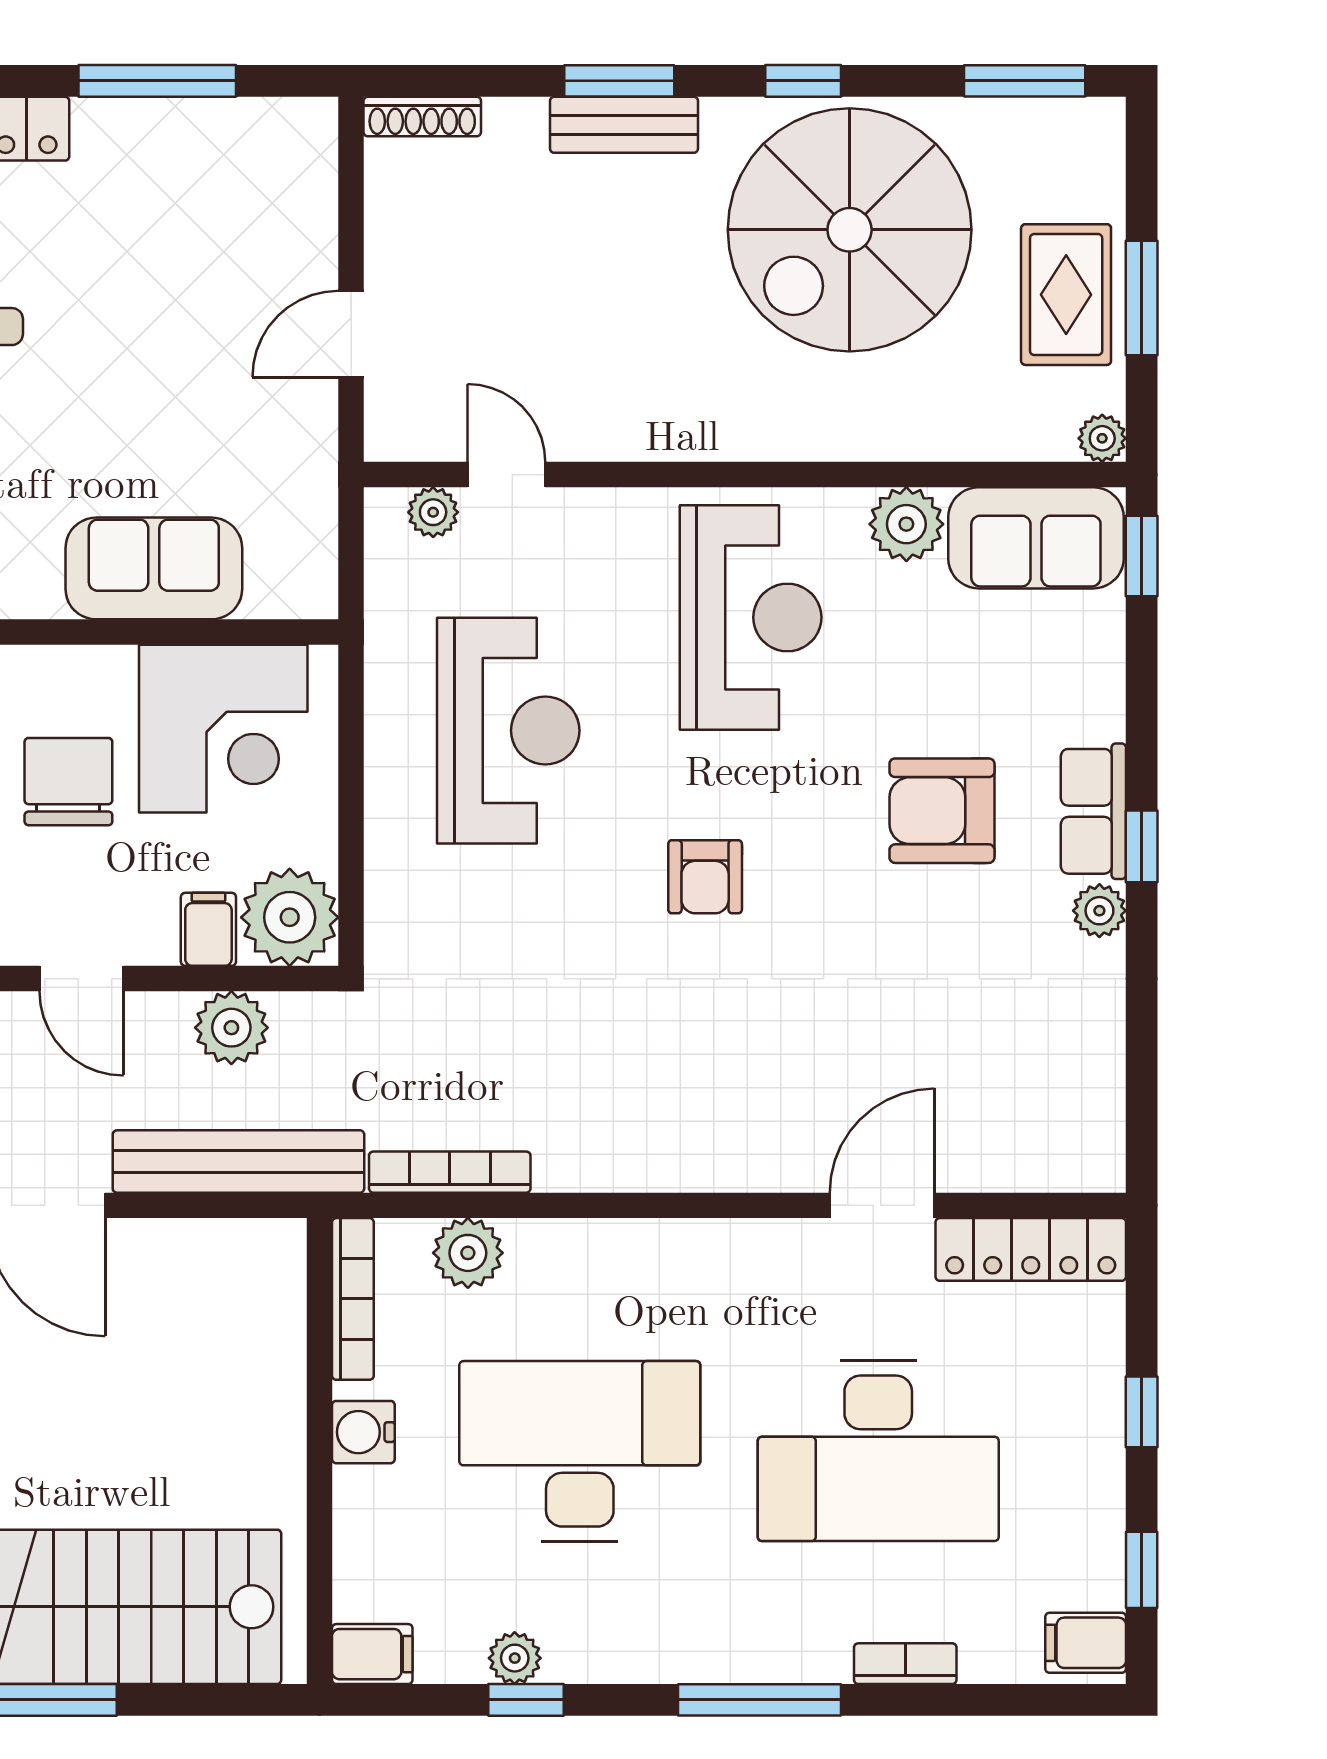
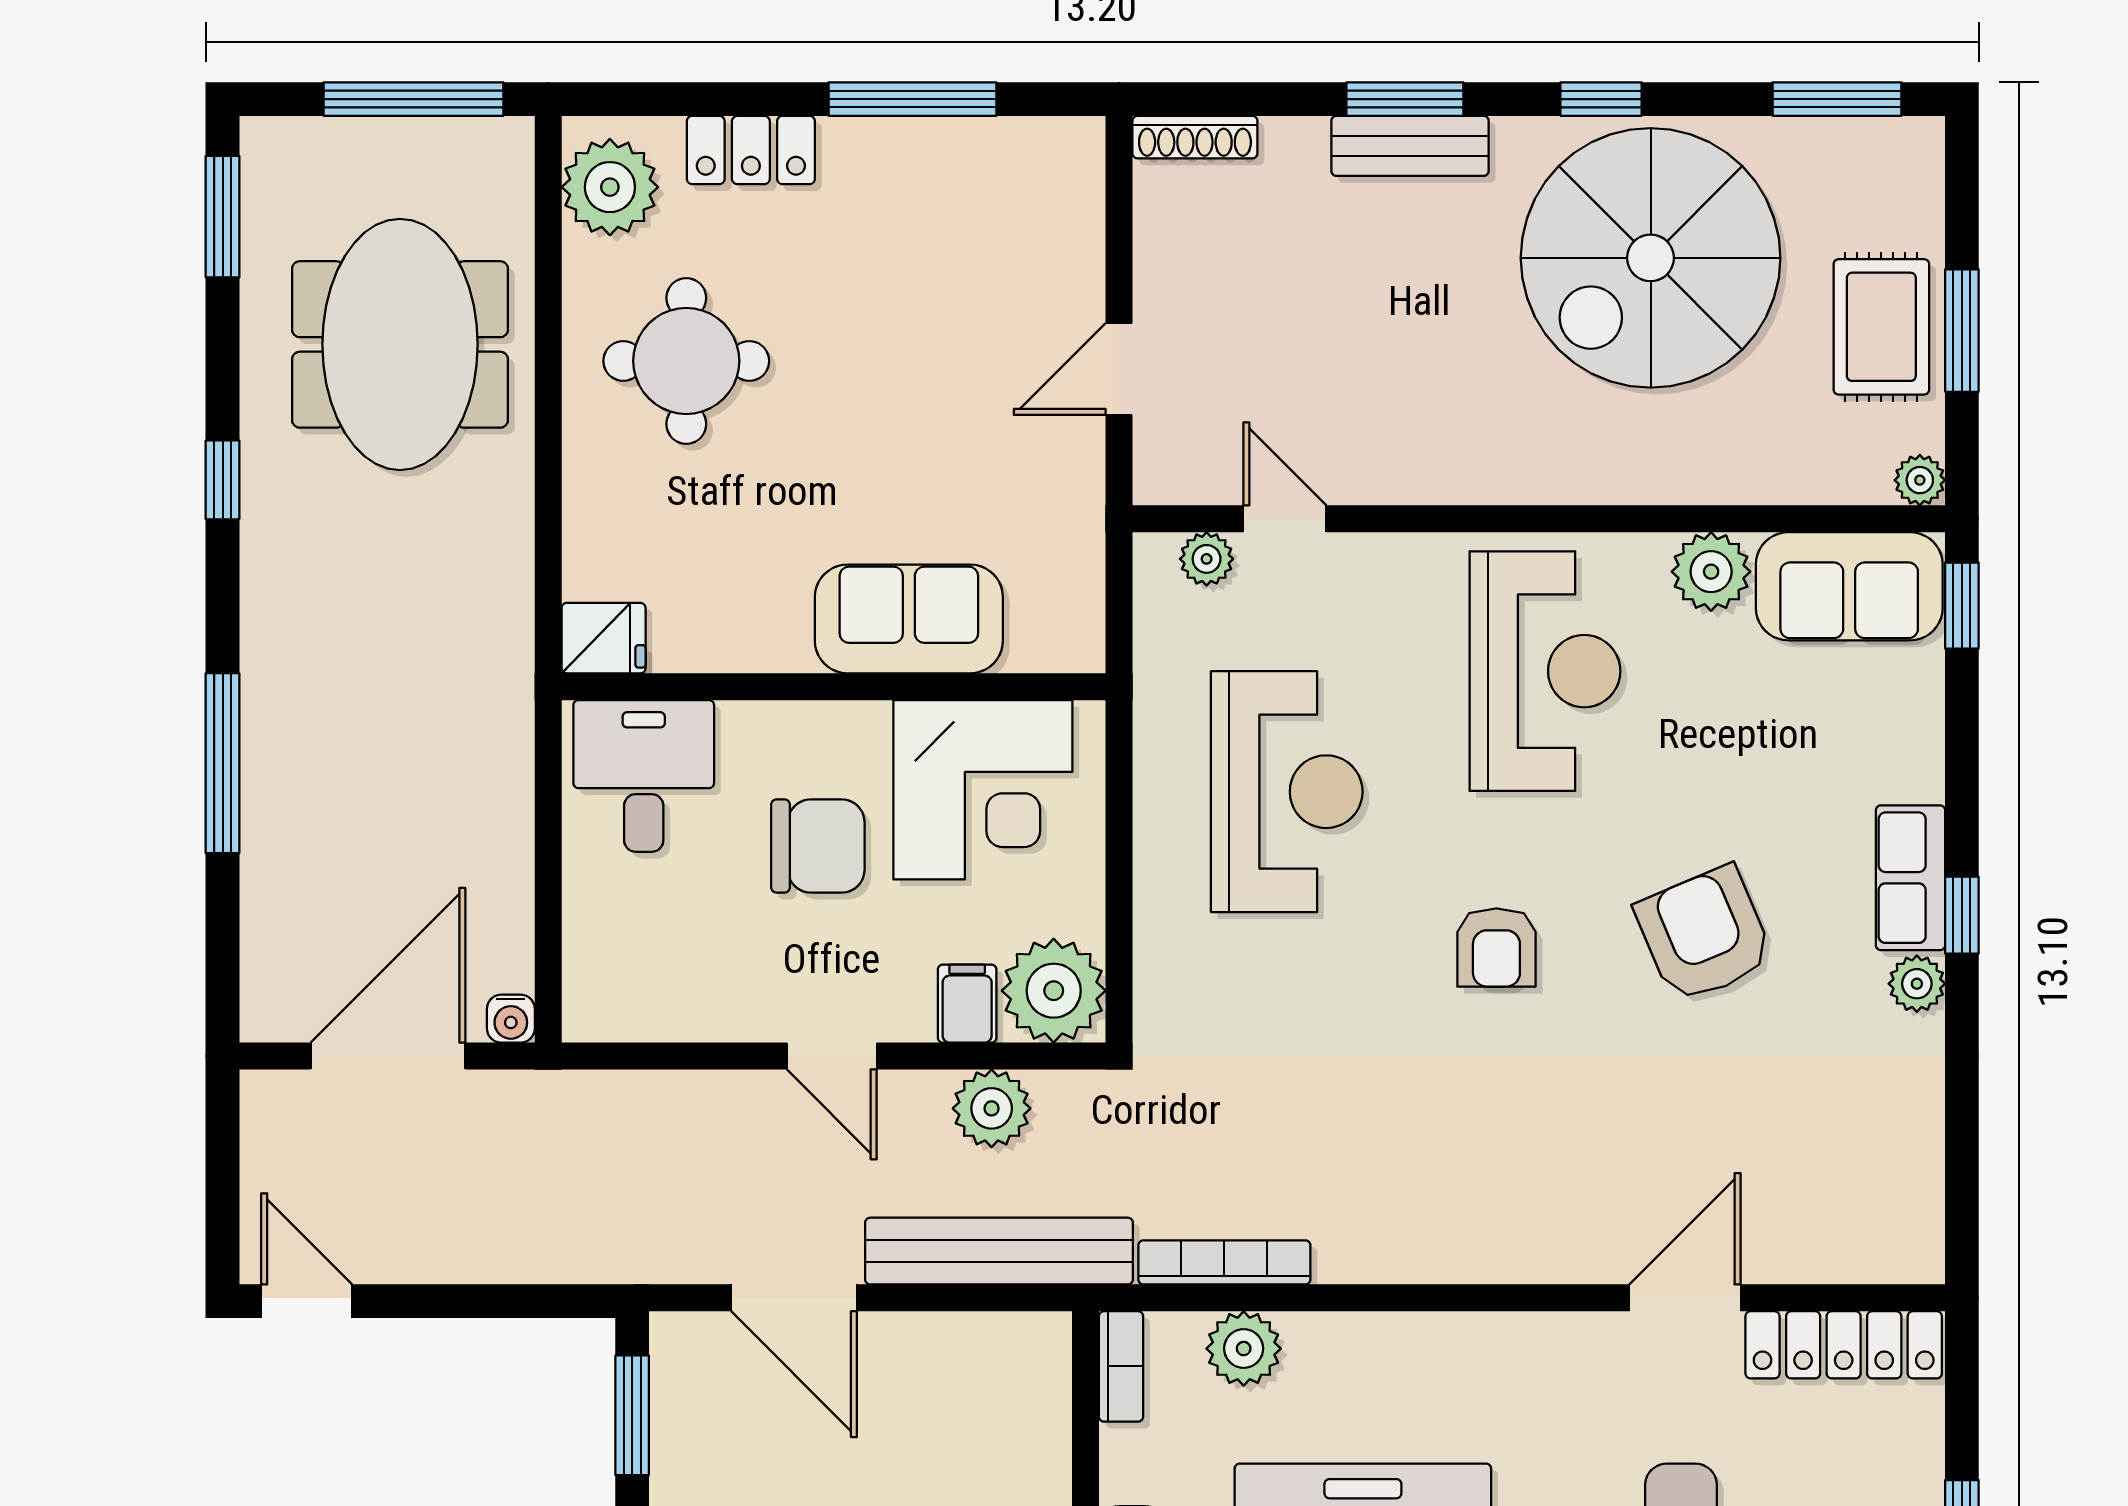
chair: (68, 782) -> (818, 846), turned 90
armchair: (942, 811) -> (1704, 934), moved, turned 67
bookcase: (353, 1299) -> (1121, 1366), width x0.64

